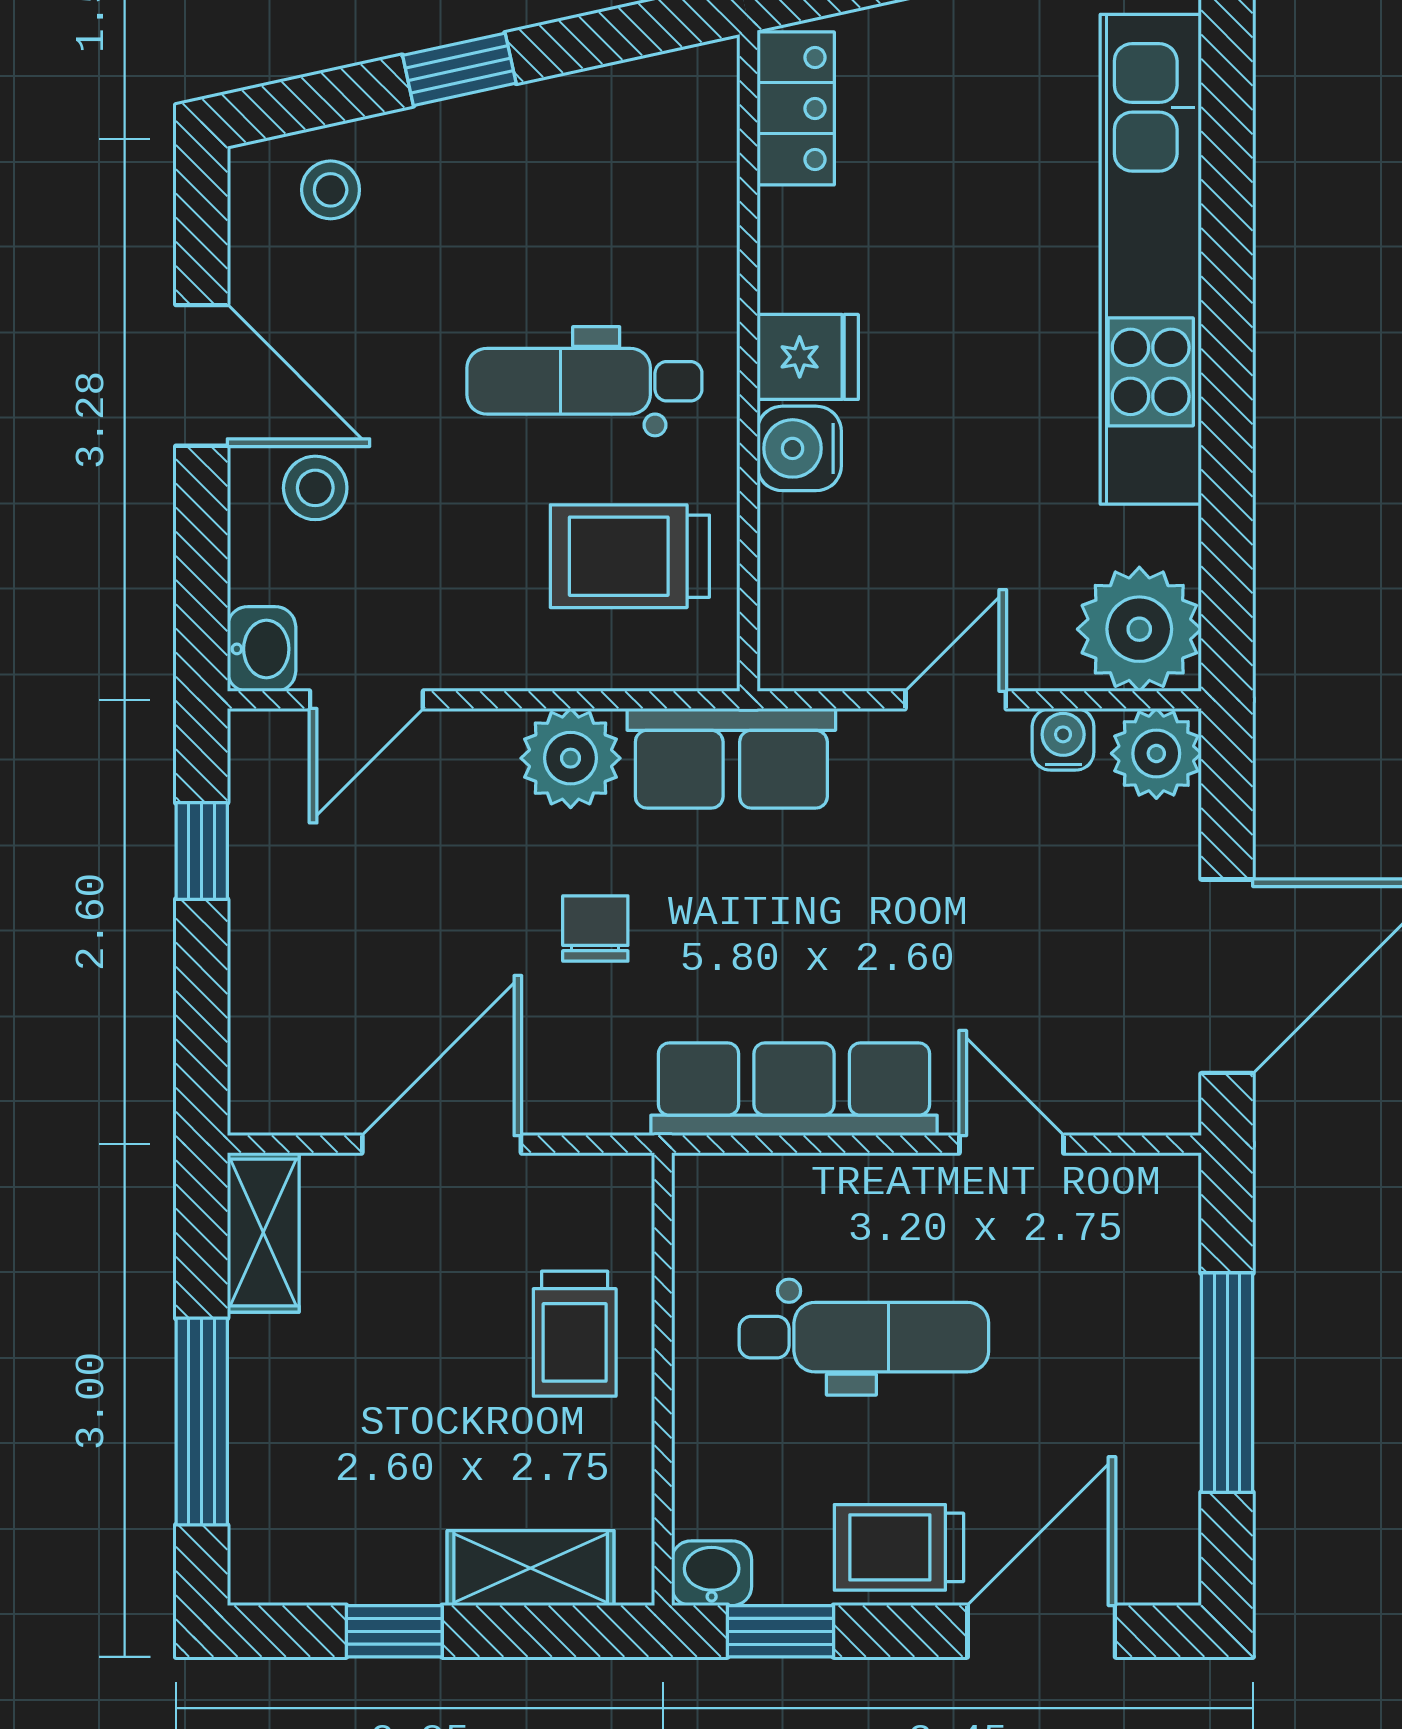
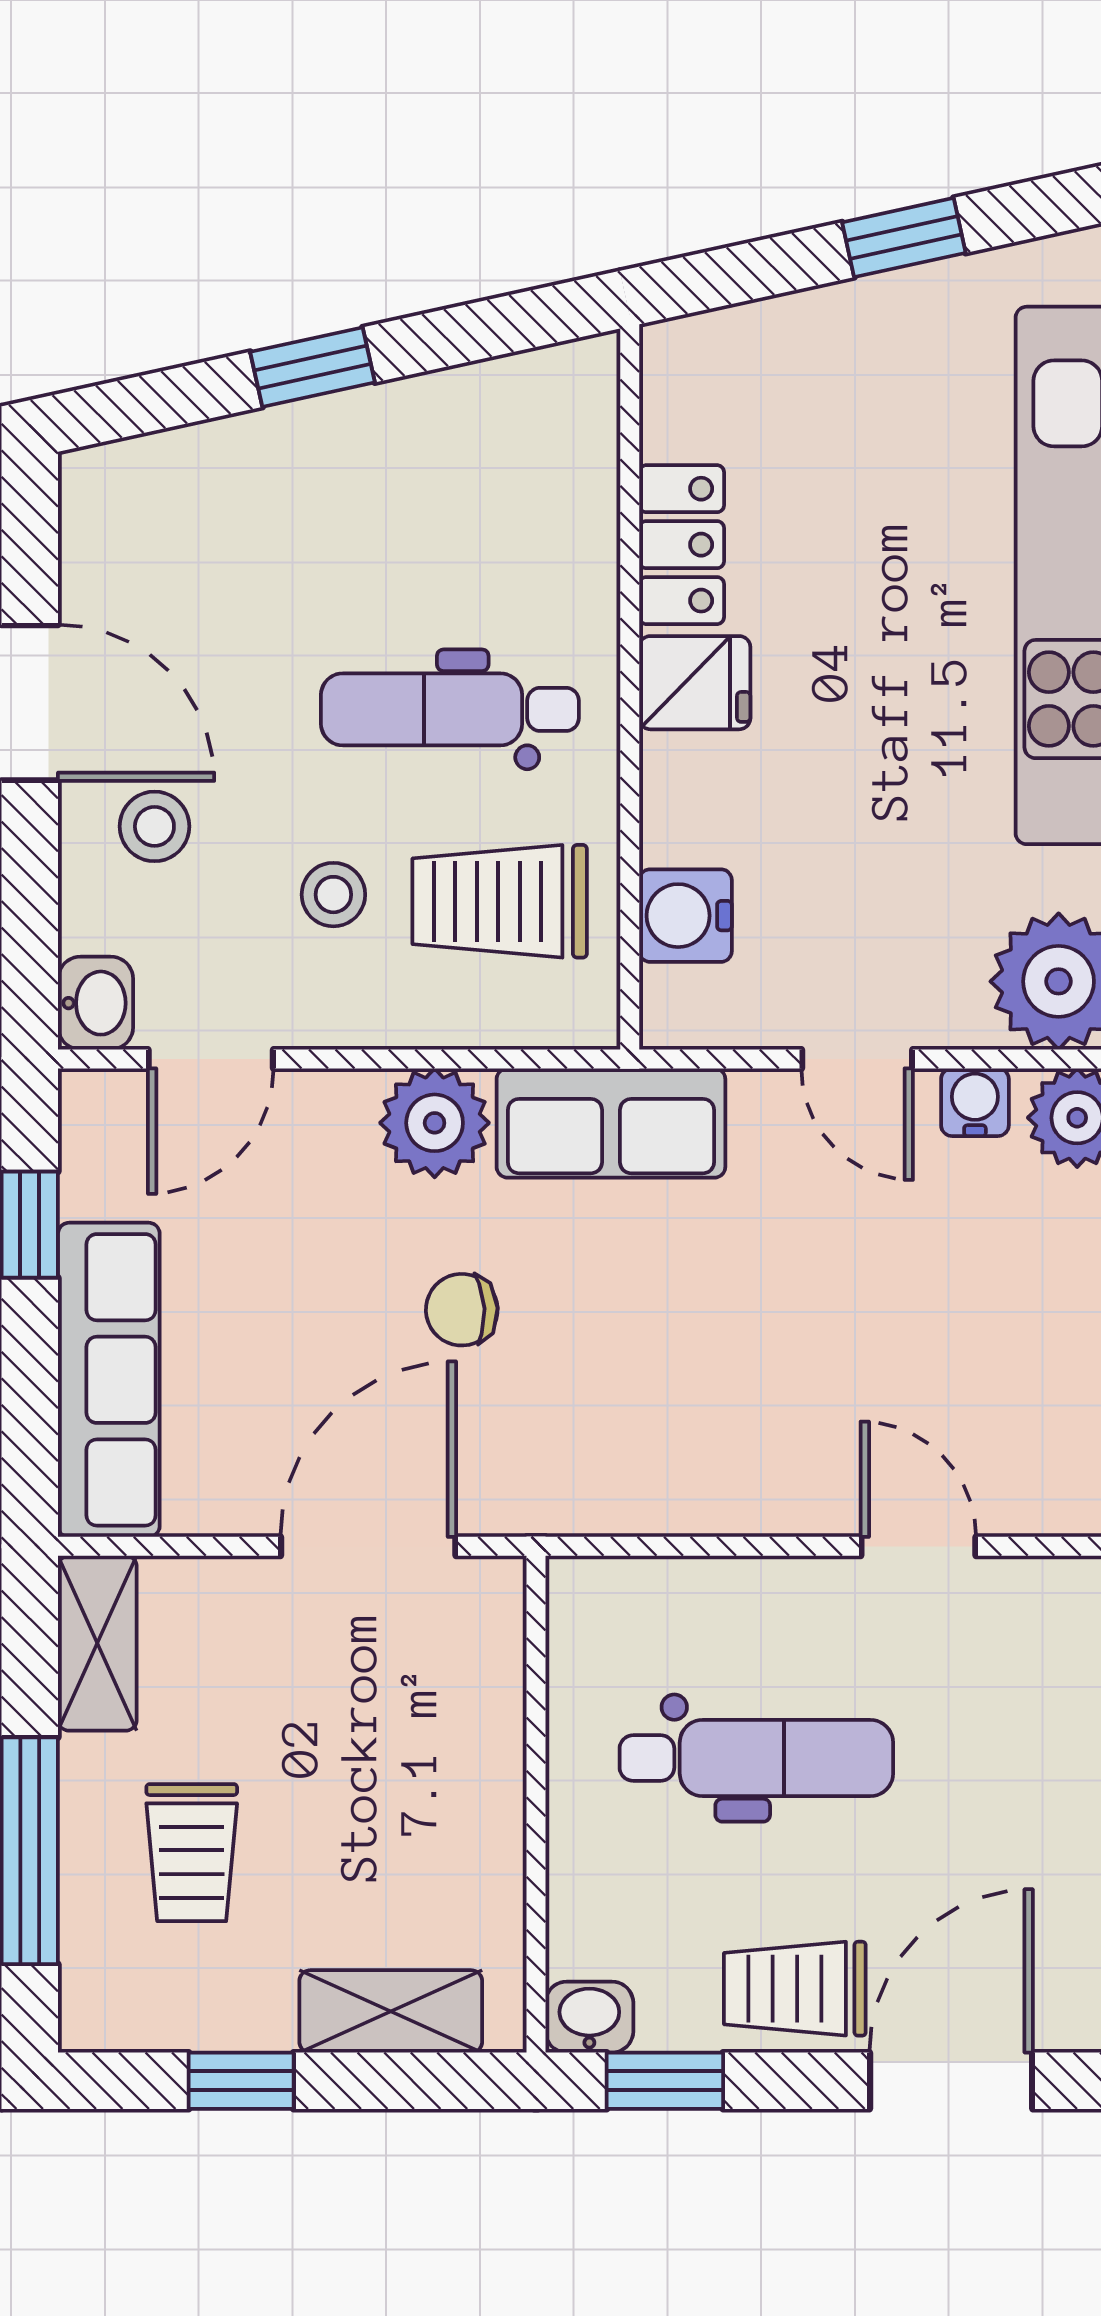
locker: (796, 108) -> (682, 545), moved
stool: (331, 190) -> (333, 895), moved
water cooler: (799, 448) -> (686, 916), moved
door: (956, 700) -> (857, 1059), swing flipped
chair: (595, 928) -> (462, 1310), turned -93
row of seats: (794, 1089) -> (109, 1380), moved, turned 90
door: (442, 1144) -> (368, 1546), moved
trolley: (575, 1334) -> (192, 1853), moved

